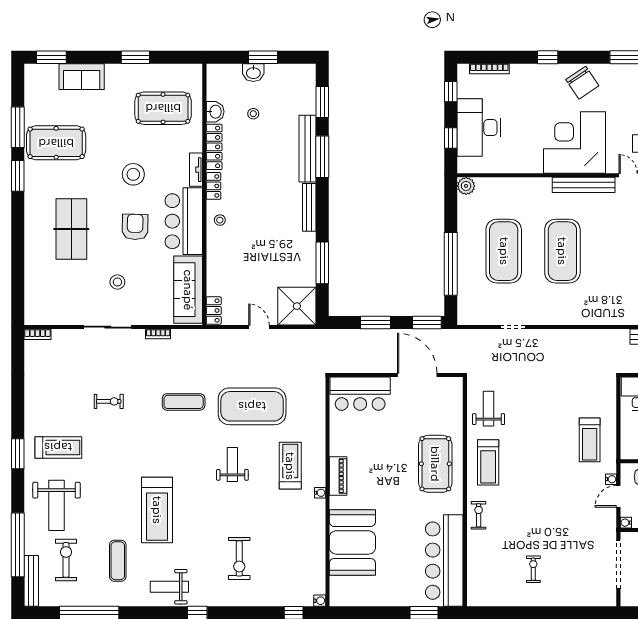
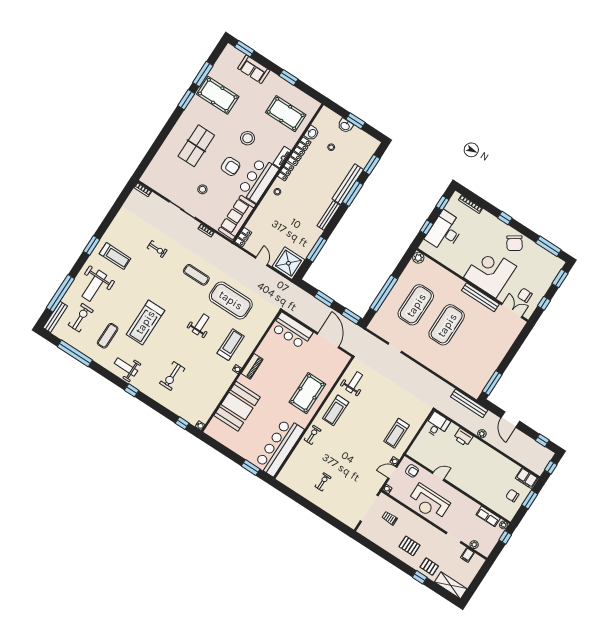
armchair: (135, 227) -> (231, 166), turned 89

